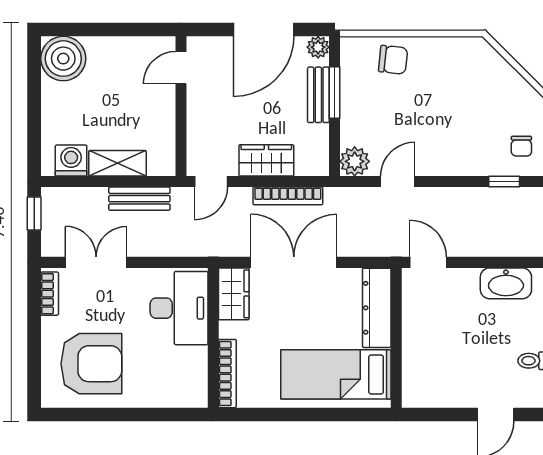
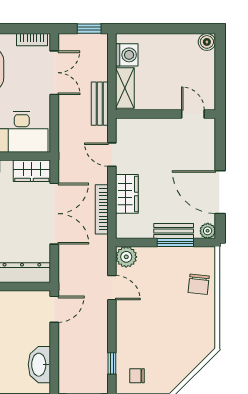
boiler: (63, 59) -> (207, 42), width x0.54, depth x0.54
door: (181, 68) -> (193, 114), moved
wall: (181, 106) -> (166, 114), moved

